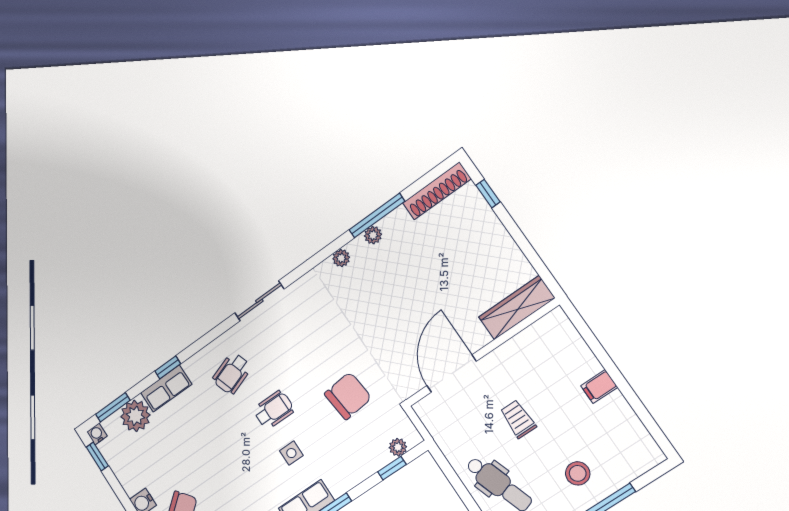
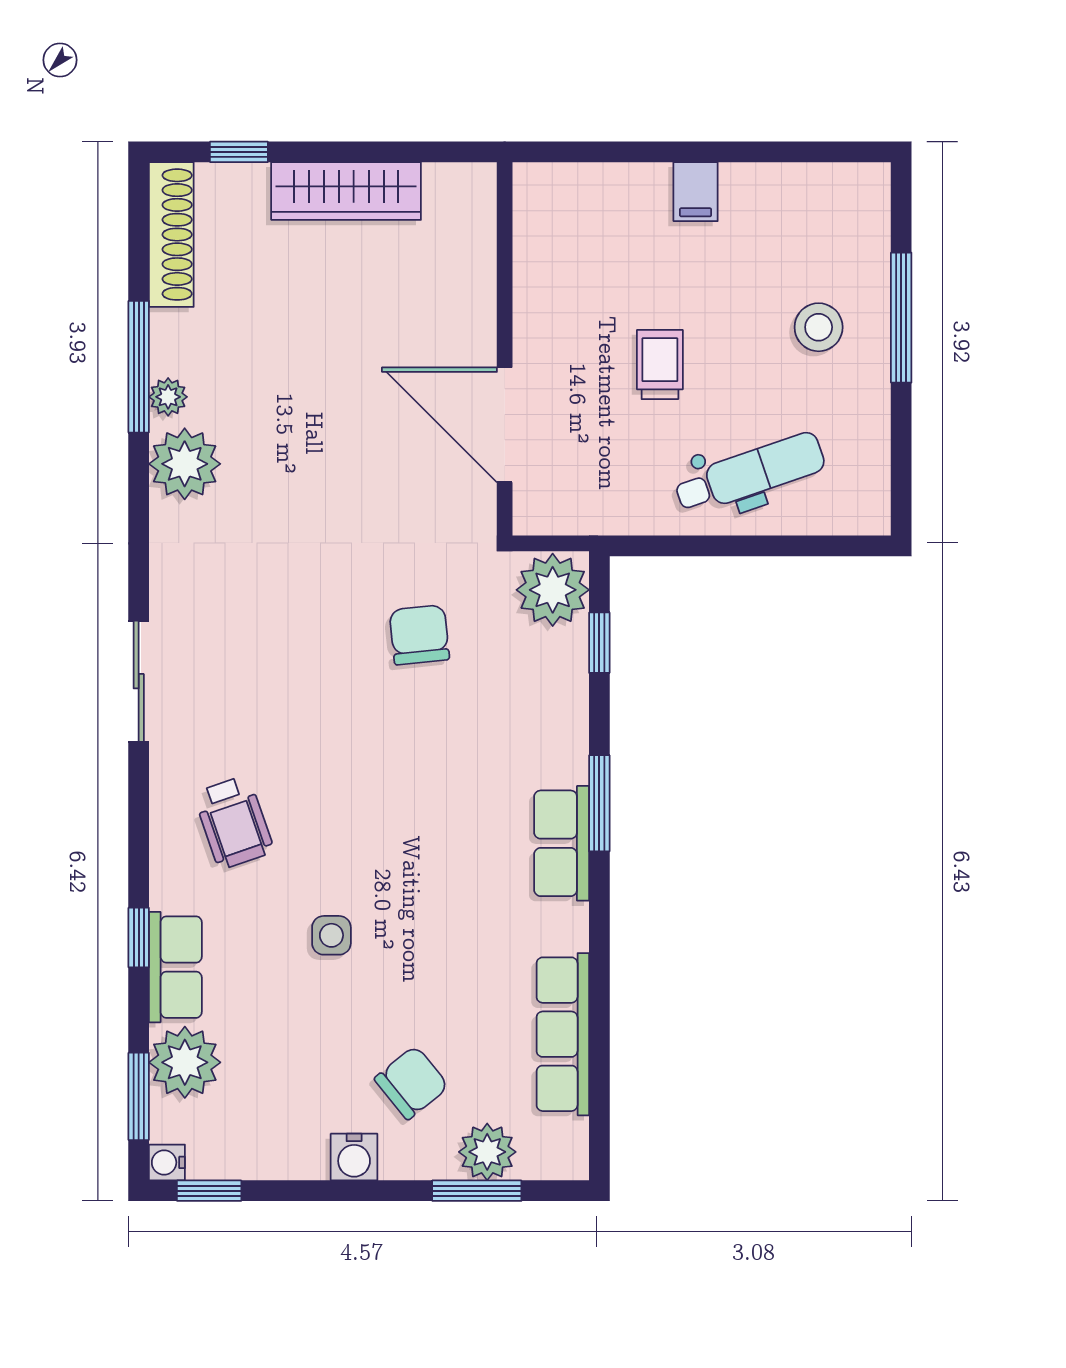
plant: (341, 258) -> (185, 464), width x1.88, depth x1.88
wardrobe: (517, 308) -> (346, 191), moved, turned -90
chair: (348, 396) -> (419, 635), width x0.73, depth x0.73
wheelchair: (274, 410) -> (352, 788), removed
trolley: (518, 419) -> (660, 364), turned 90
plant: (398, 447) -> (553, 590), width x1.88, depth x1.88
side table: (291, 453) -> (331, 935), moved

